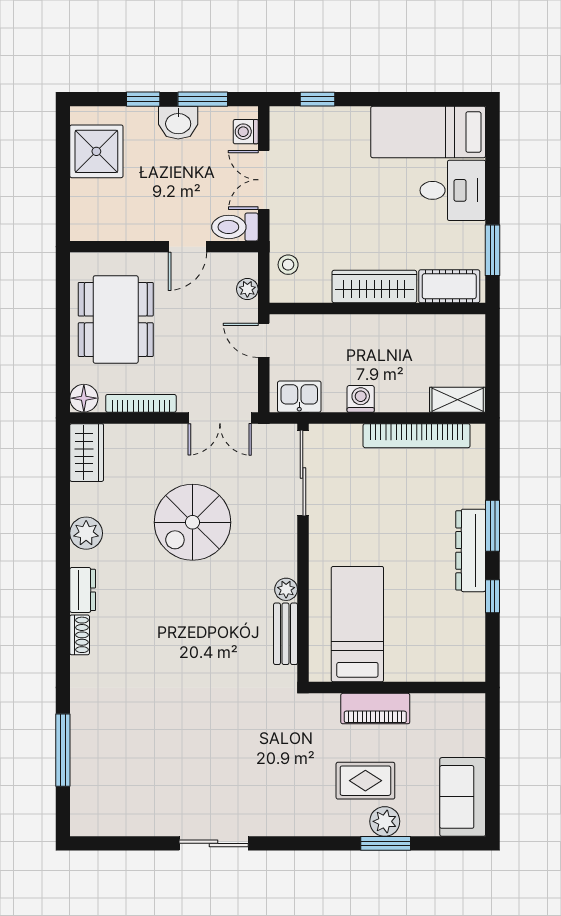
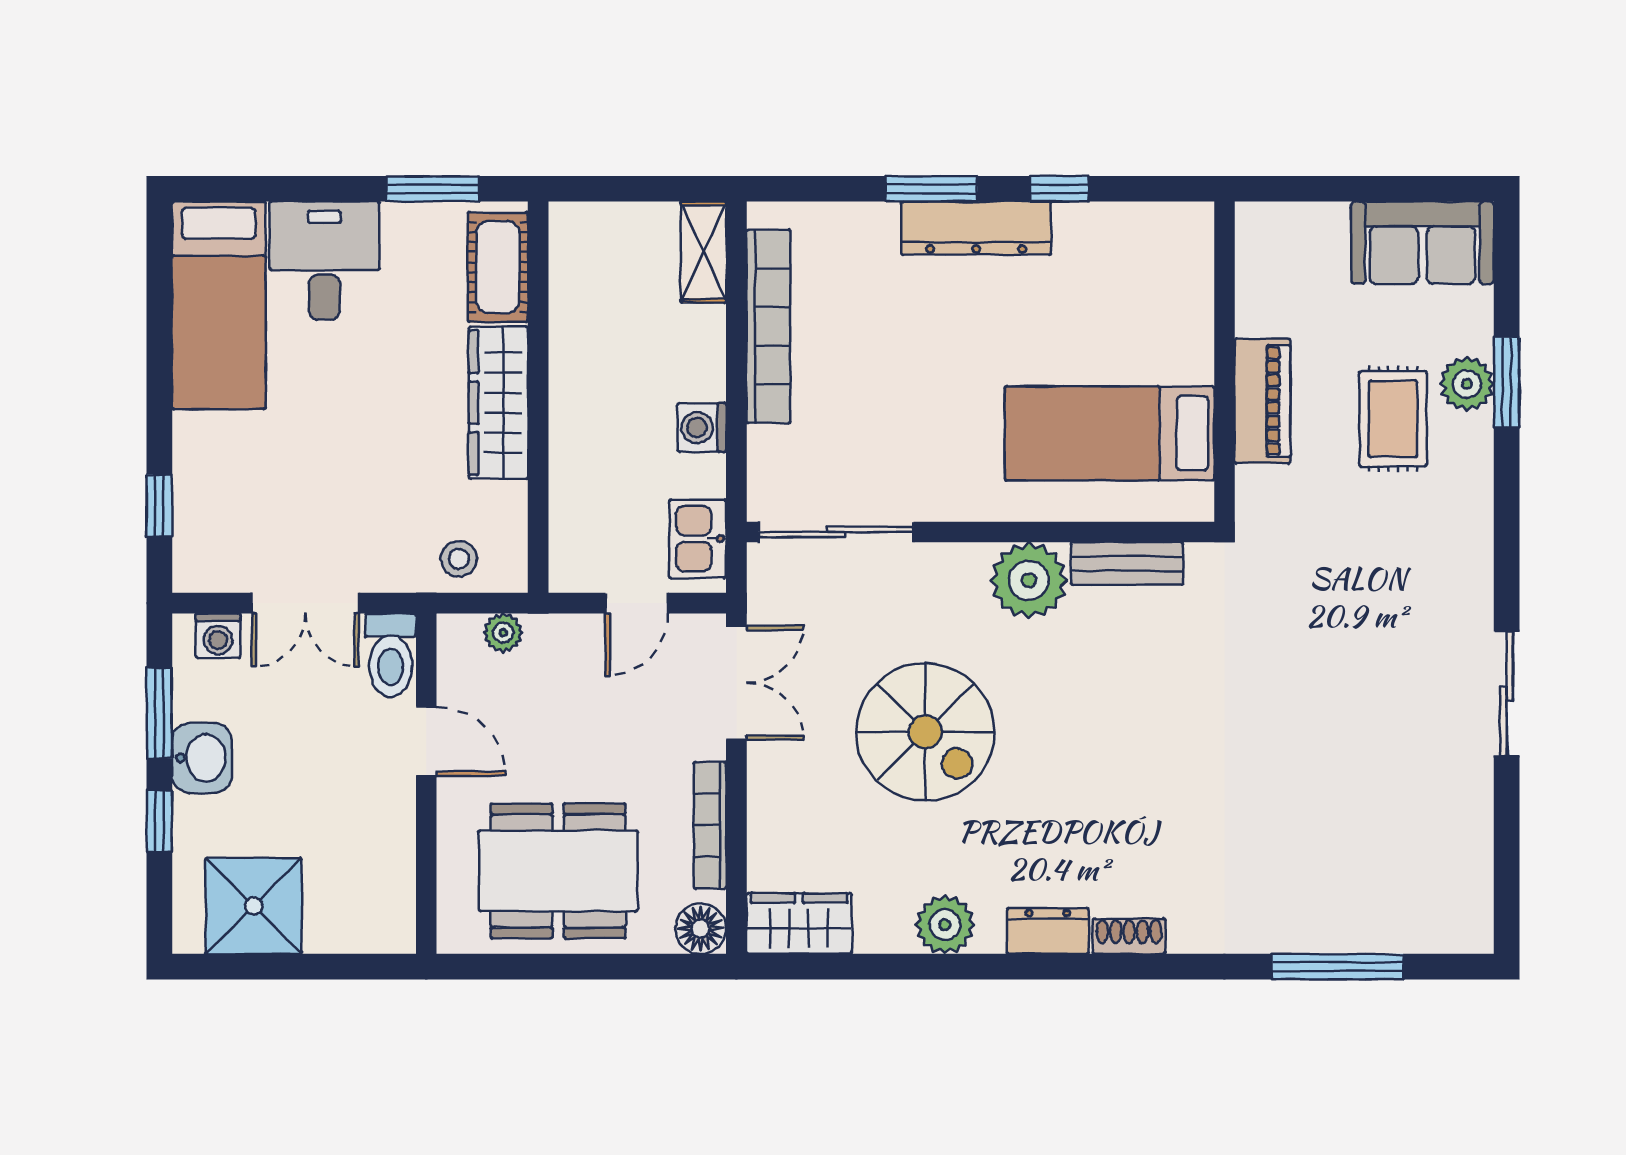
door: (264, 340) -> (637, 603), moved
plant: (286, 589) -> (1029, 580), width x1.87, depth x1.87

